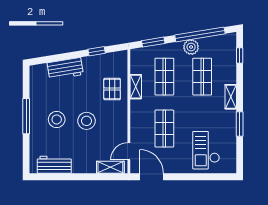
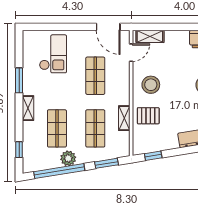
window: (97, 51) -> (153, 156), moved
pallet: (112, 89) -> (148, 116), turned 90
stool: (87, 121) -> (151, 85), moved

